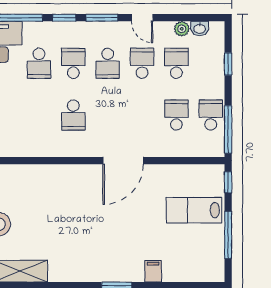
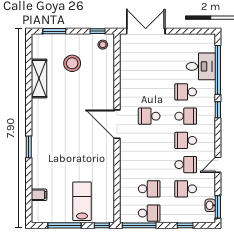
window: (102, 18) -> (218, 207), moved
plant: (182, 29) -> (210, 193), removed
school desk: (176, 63) -> (186, 189), turned 180
door: (123, 161) -> (117, 124), moved
filing cabinet: (153, 271) -> (39, 195), moved

